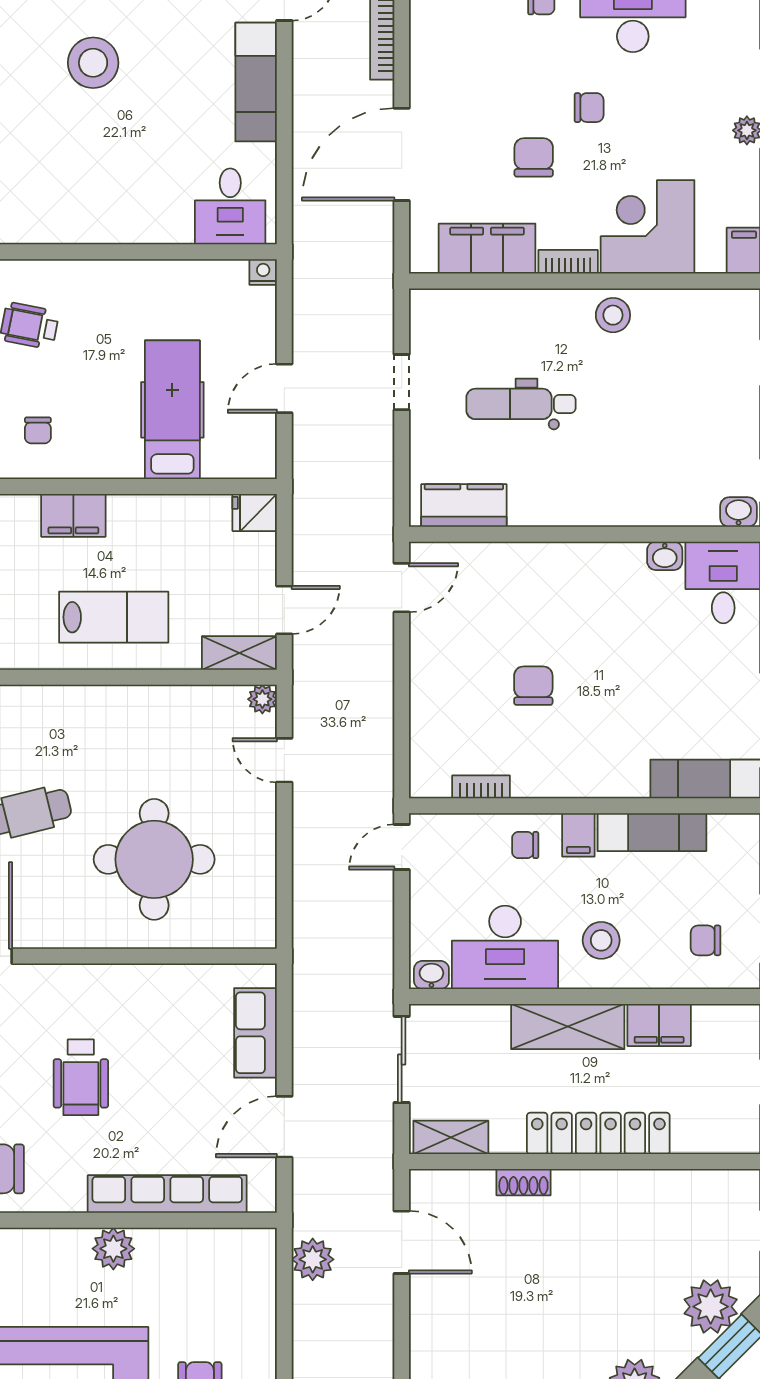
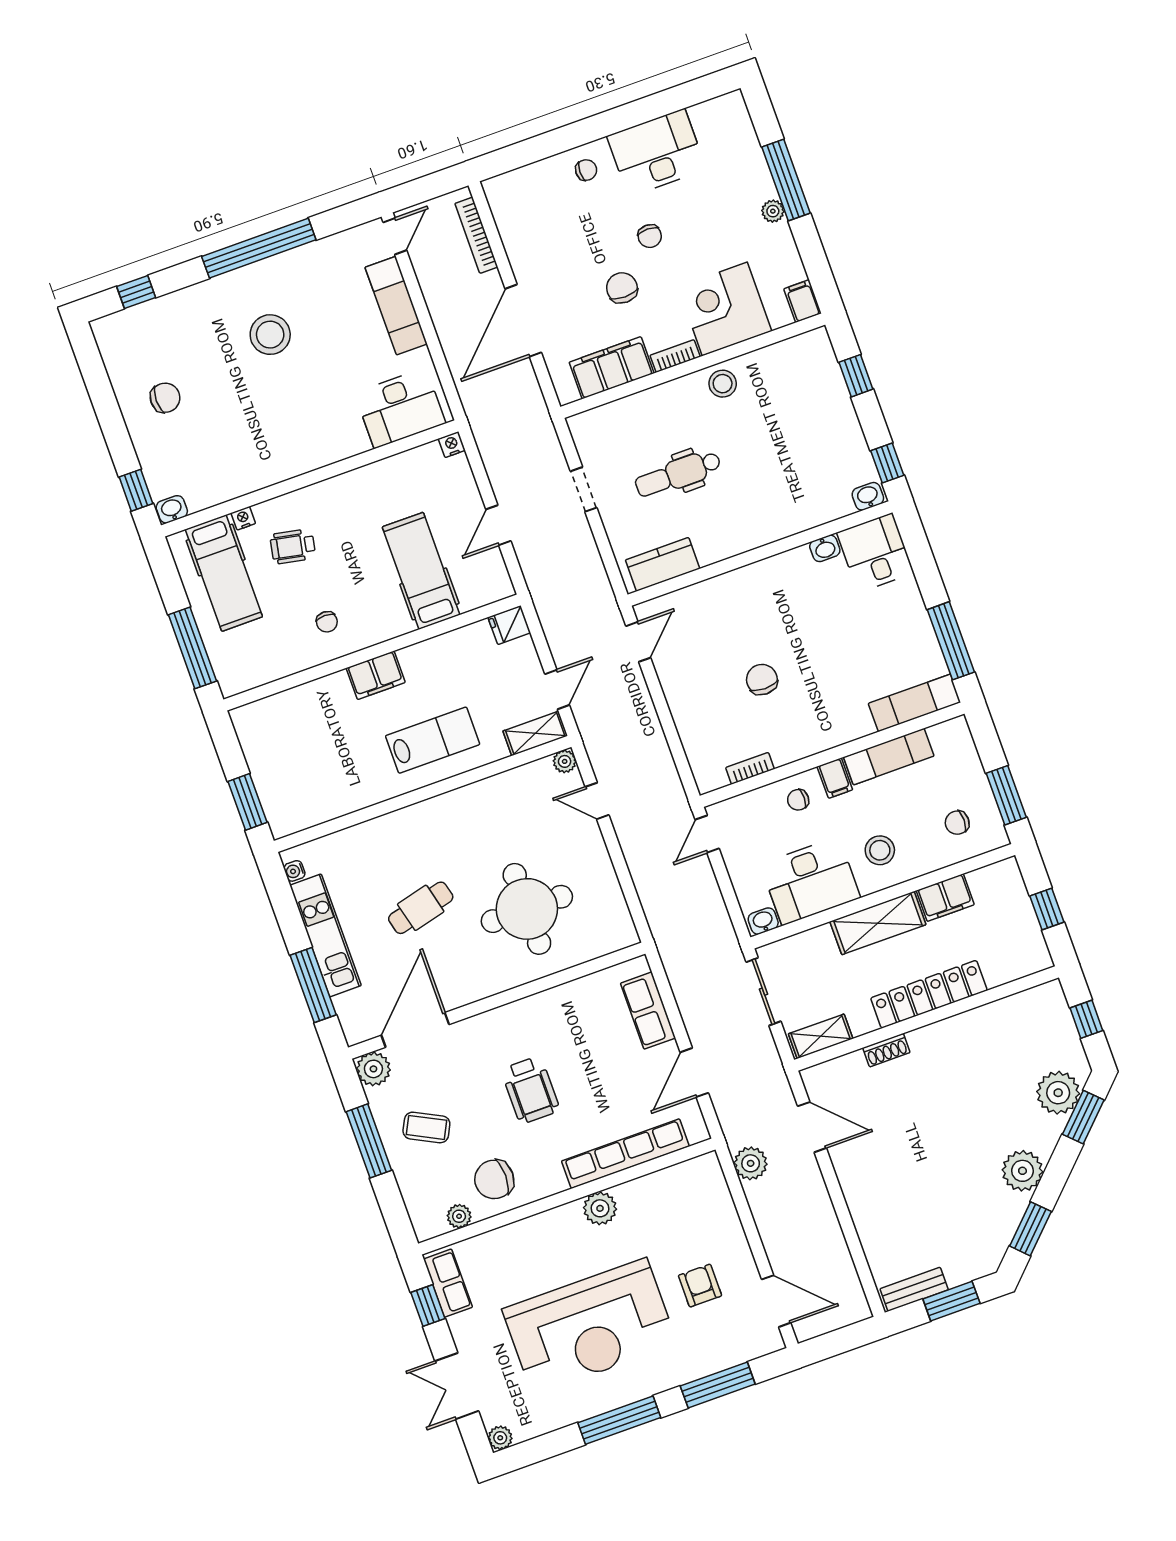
chair: (589, 108) -> (650, 236), turned 90
desk: (230, 206) -> (400, 408), width x1.37

